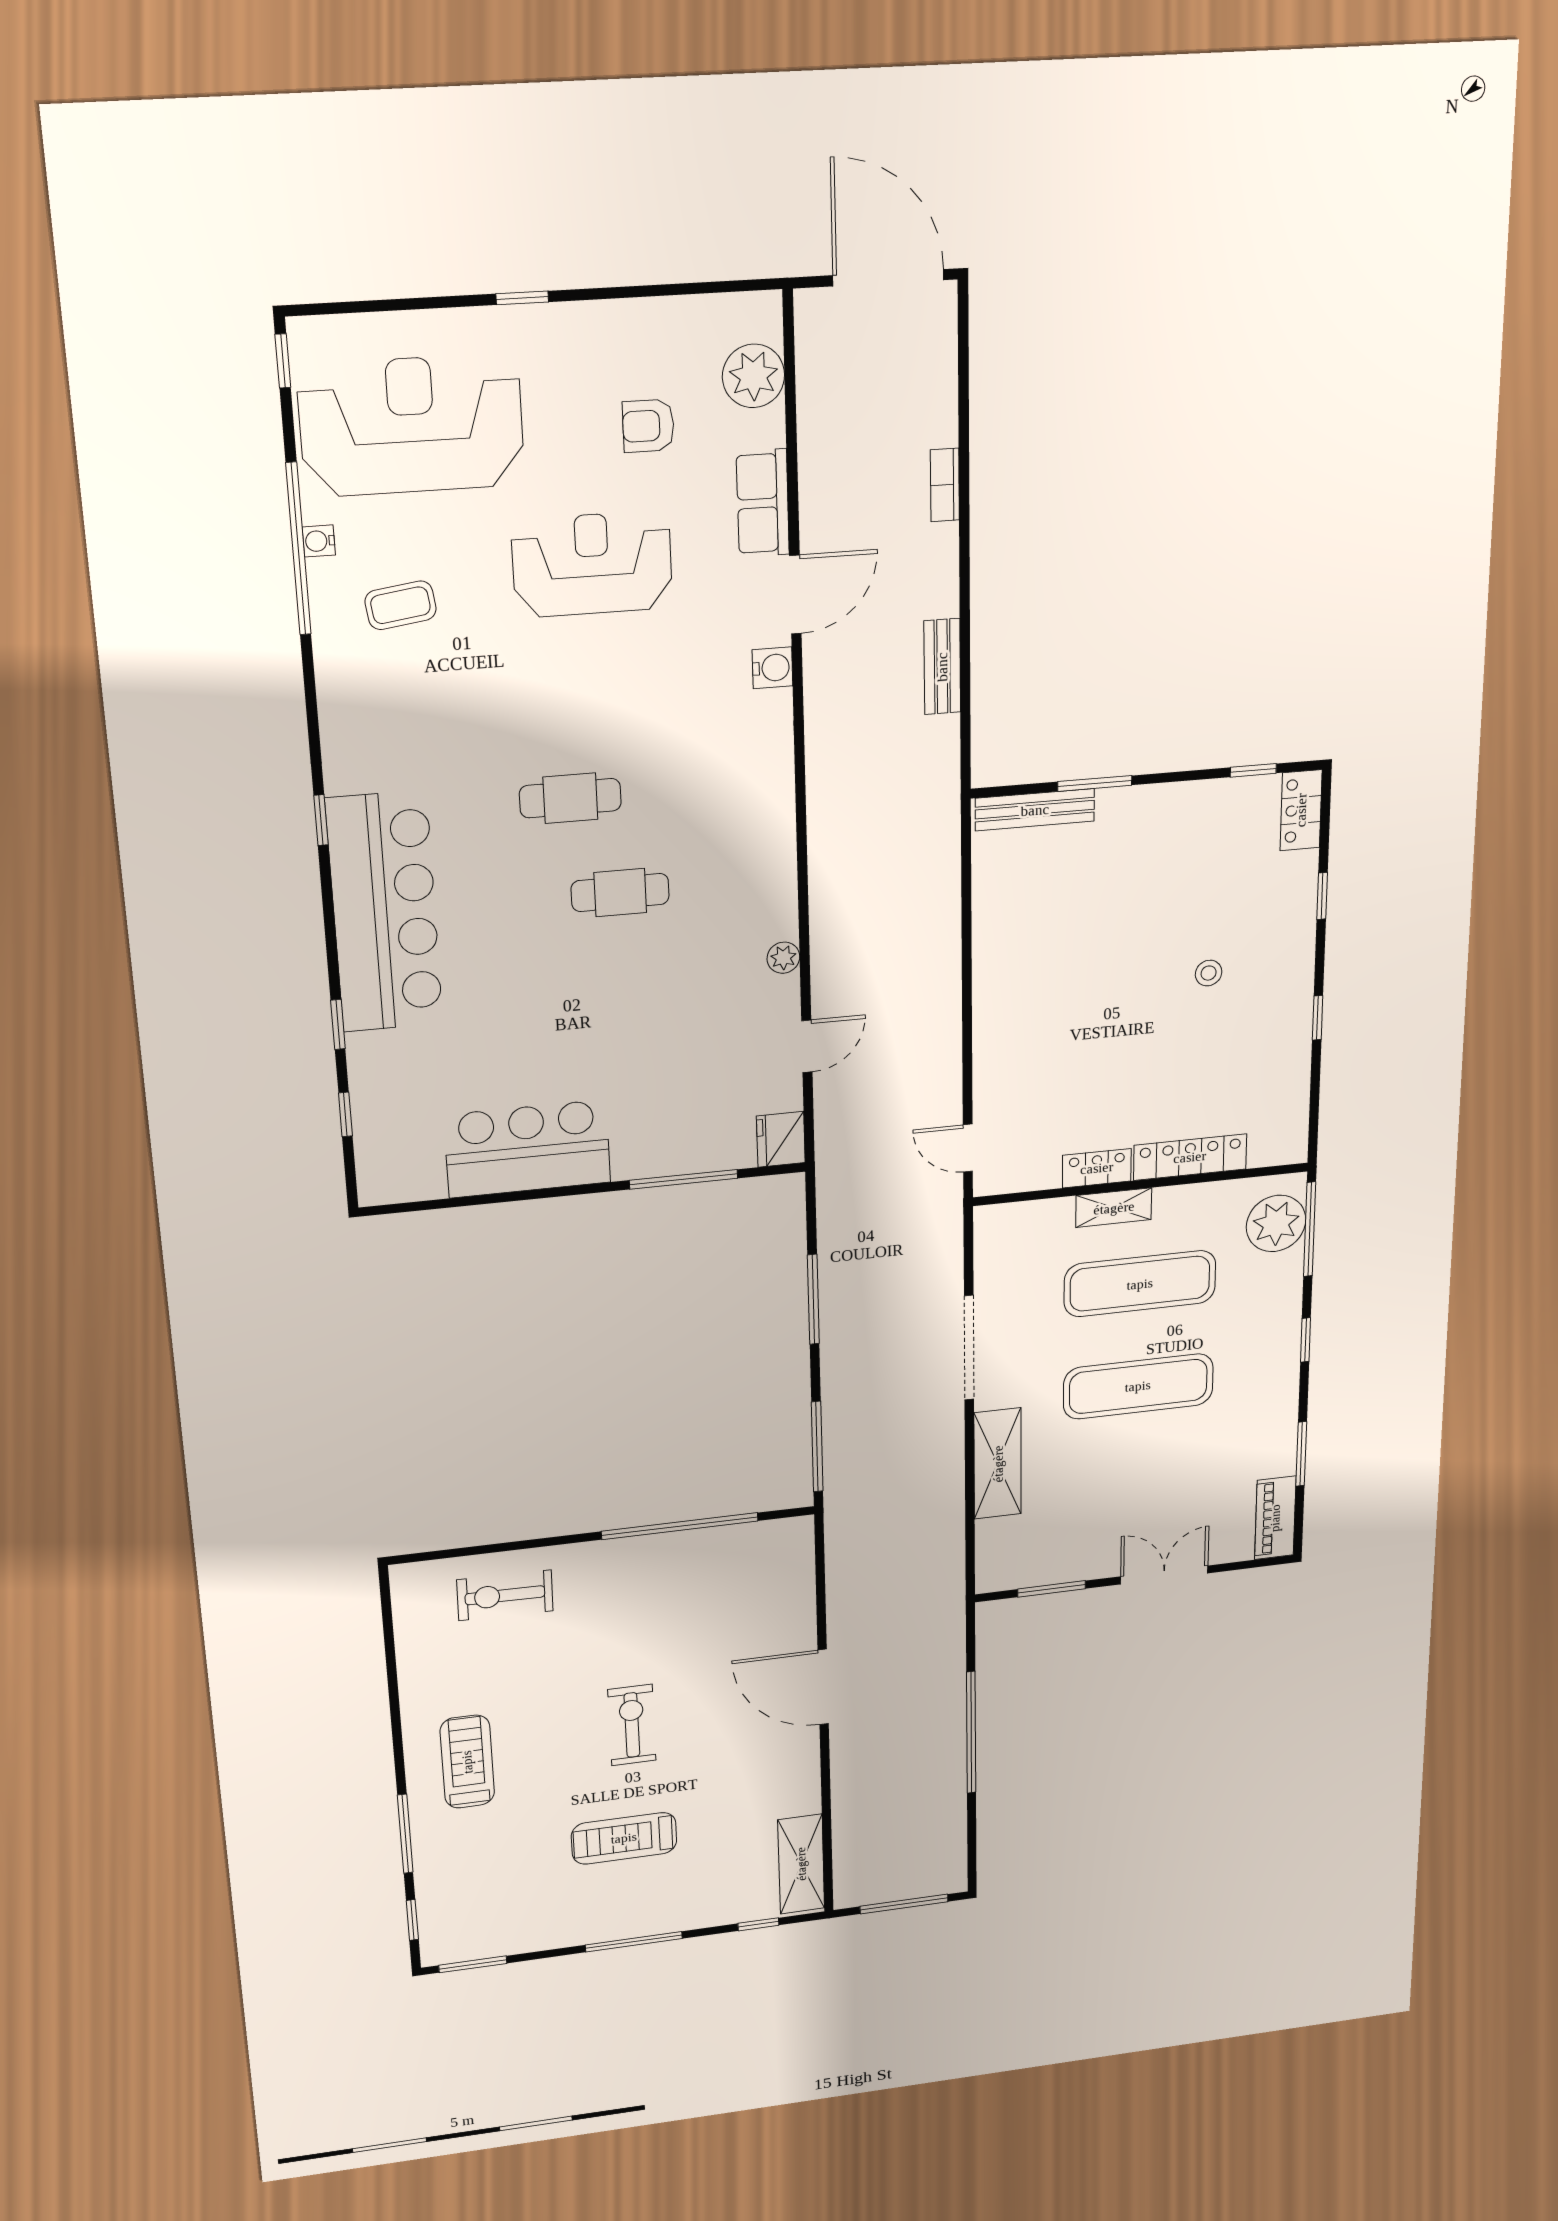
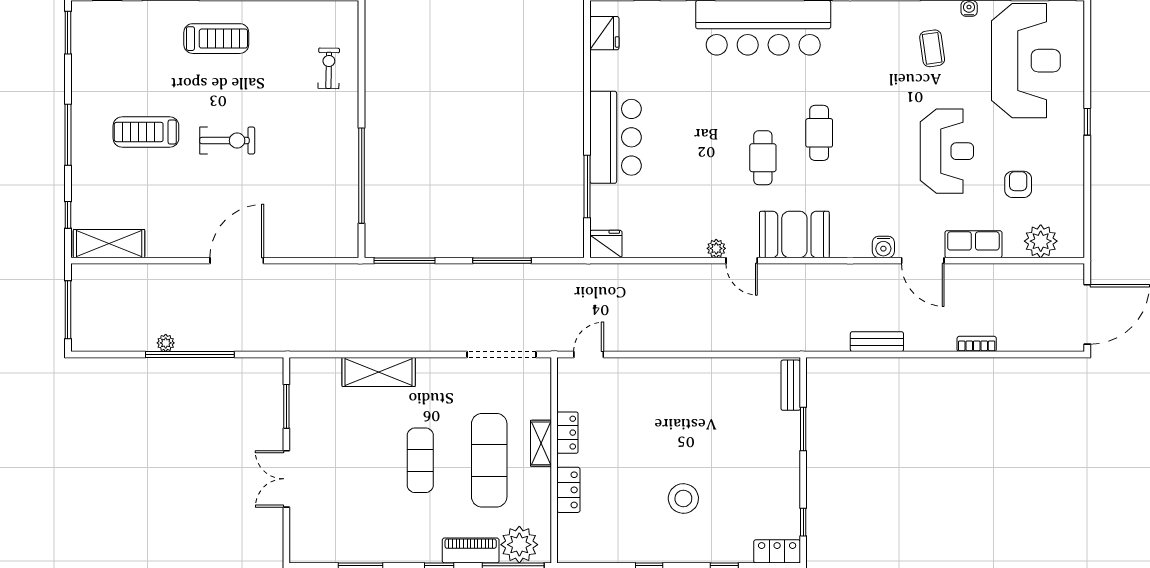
bench: (1035, 810) -> (791, 385), width x0.73
booth: (755, 826) -> (794, 234), added
stool: (1209, 973) -> (683, 499), width x1.89, depth x1.89
door: (807, 1046) -> (742, 261), moved
bar counter: (528, 1149) -> (615, 137), moved
locker: (1190, 1157) -> (568, 490), width x0.66
fridge: (415, 1178) -> (604, 33), added
doorway: (969, 1348) -> (502, 355), moved
exercise mat: (1138, 1386) -> (420, 460), width x0.73, depth x0.69
piano: (1275, 1518) -> (471, 550), moved
double door: (1164, 1575) -> (286, 479), swing flipped
exercise bike: (505, 1595) -> (329, 68), width x0.73, depth x0.72
plant: (953, 1768) -> (166, 343), added
treadmill: (624, 1838) -> (146, 132), turned -90

